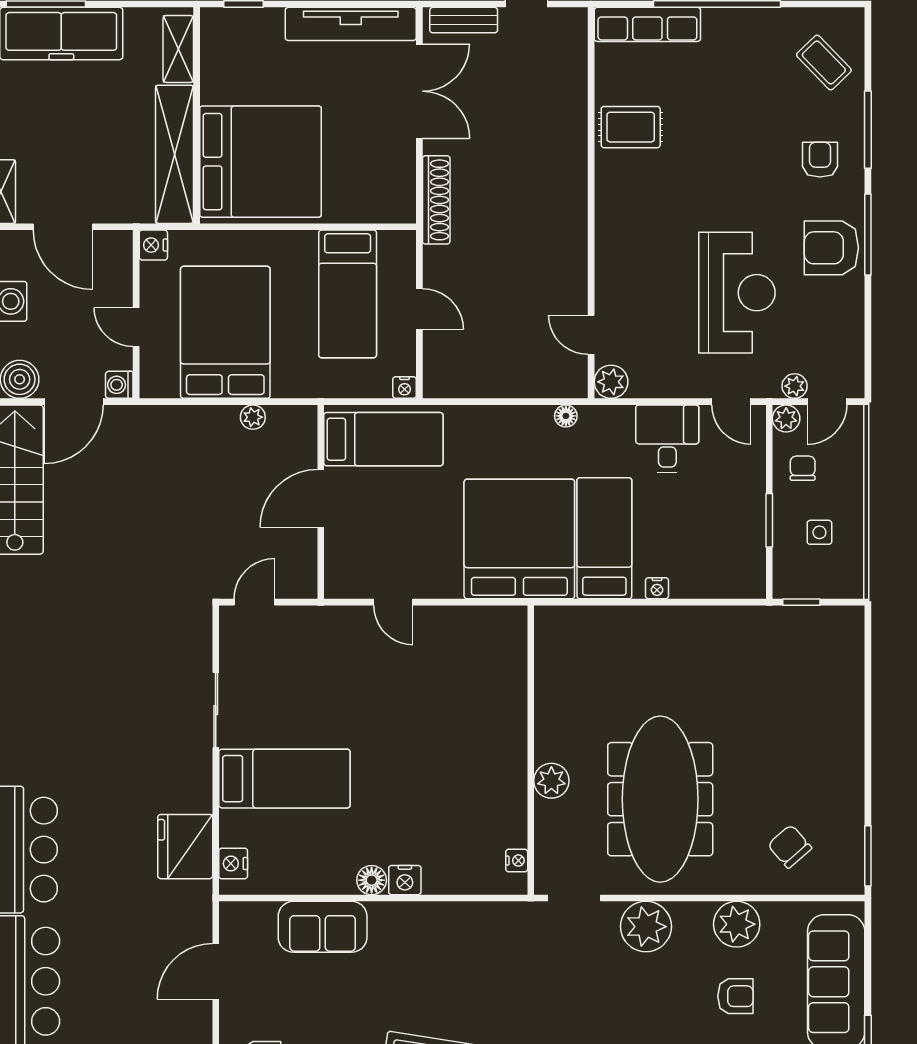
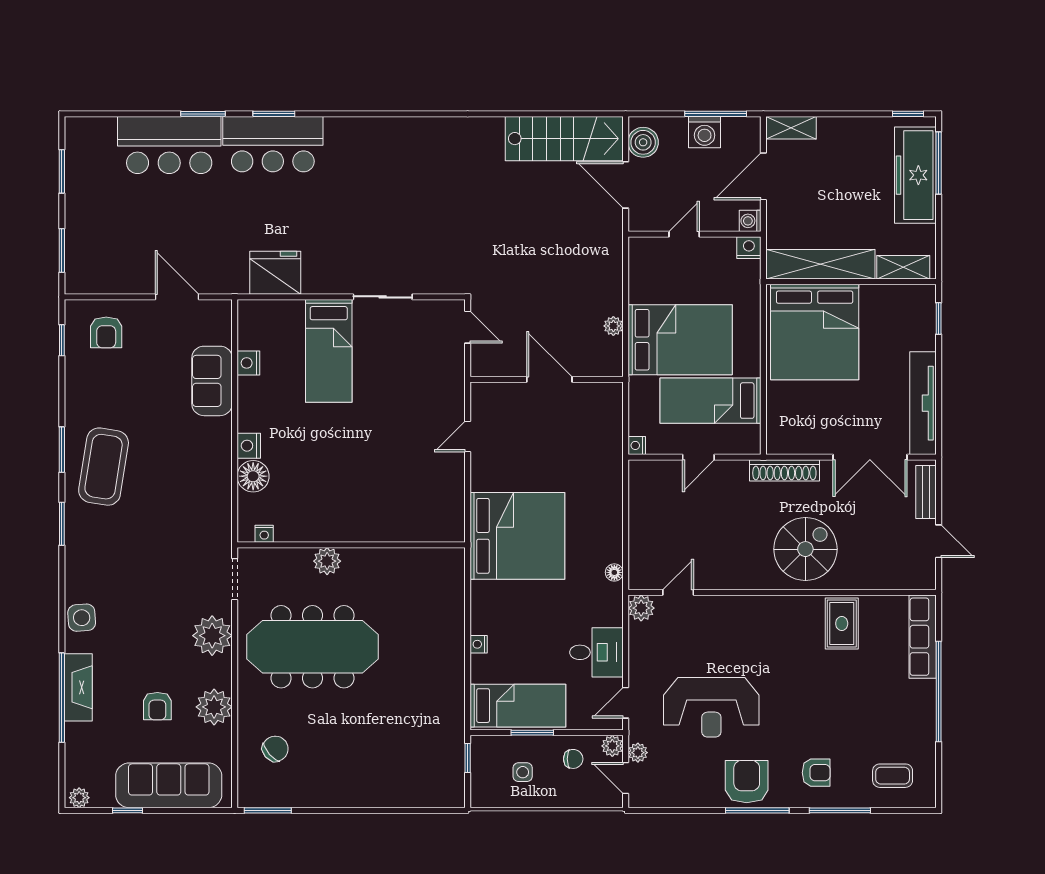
coffee table: (824, 63) -> (893, 776), turned 44
spiral stairs: (536, 173) -> (805, 549), added
bed: (225, 332) -> (680, 340), moved
washing machine: (119, 385) -> (750, 221), moved, turned -90
bed: (383, 439) -> (596, 429), removed
bed: (604, 538) -> (518, 706), moved
nightstand: (233, 863) -> (248, 363), moved, turned -90
floor lamp: (372, 880) -> (253, 476), moved, width x1.38, depth x1.38

